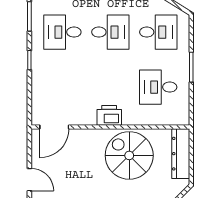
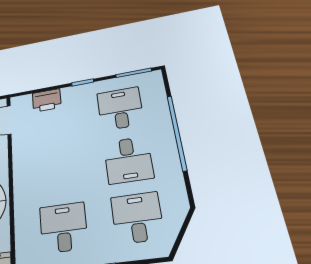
desk: (158, 32) -> (137, 218), turned 180
printer: (109, 115) -> (47, 100), moved, turned 90

